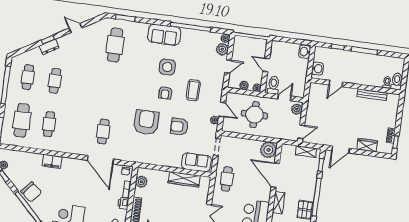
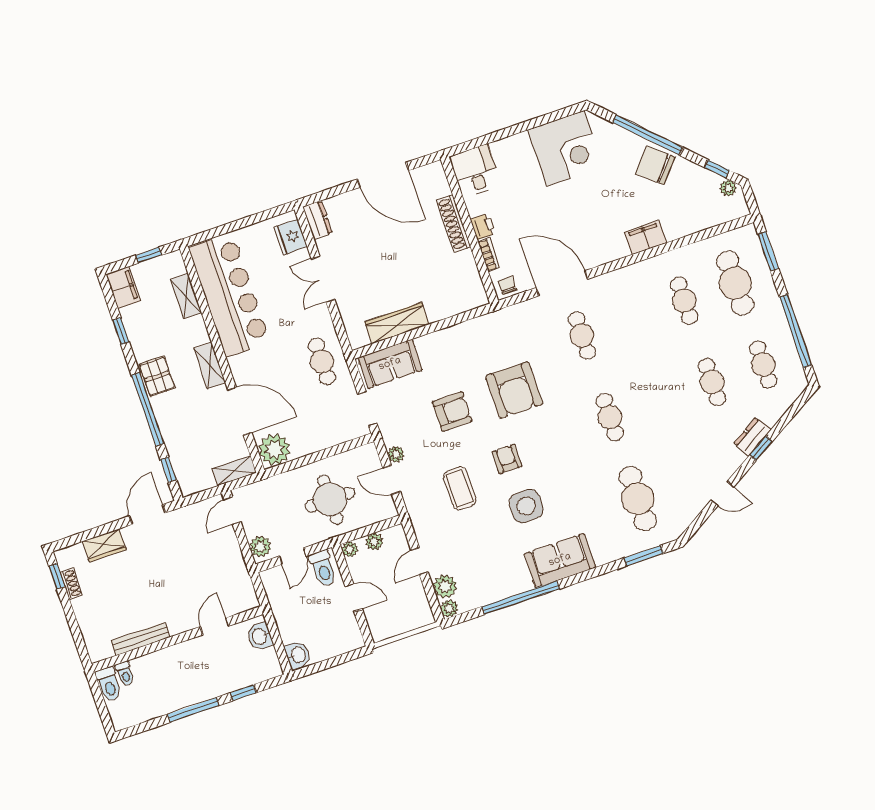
cafe table: (109, 88) -> (610, 417), added
shelving: (306, 152) -> (234, 471), moved
plant: (141, 182) -> (470, 281), removed

